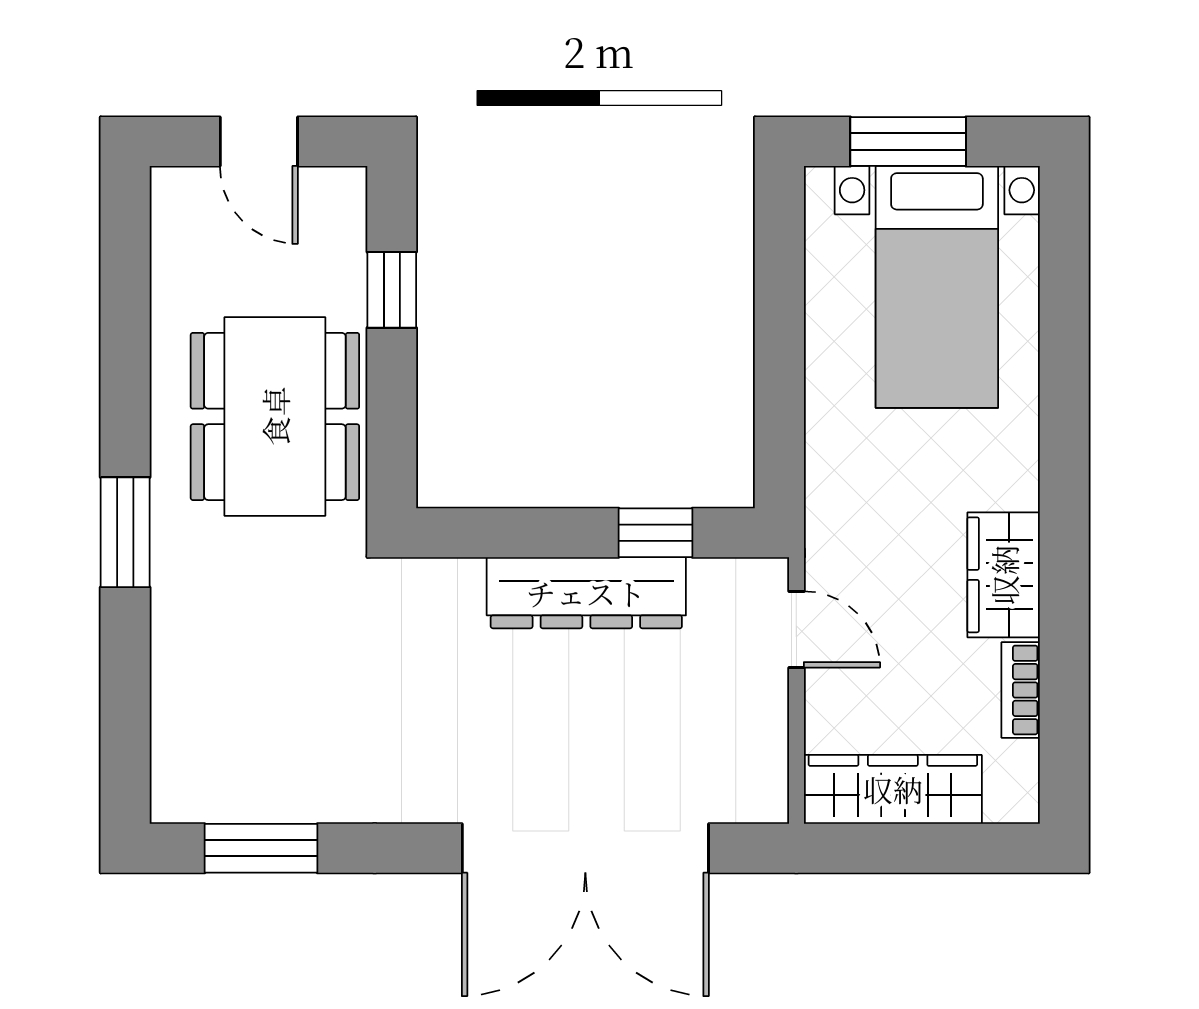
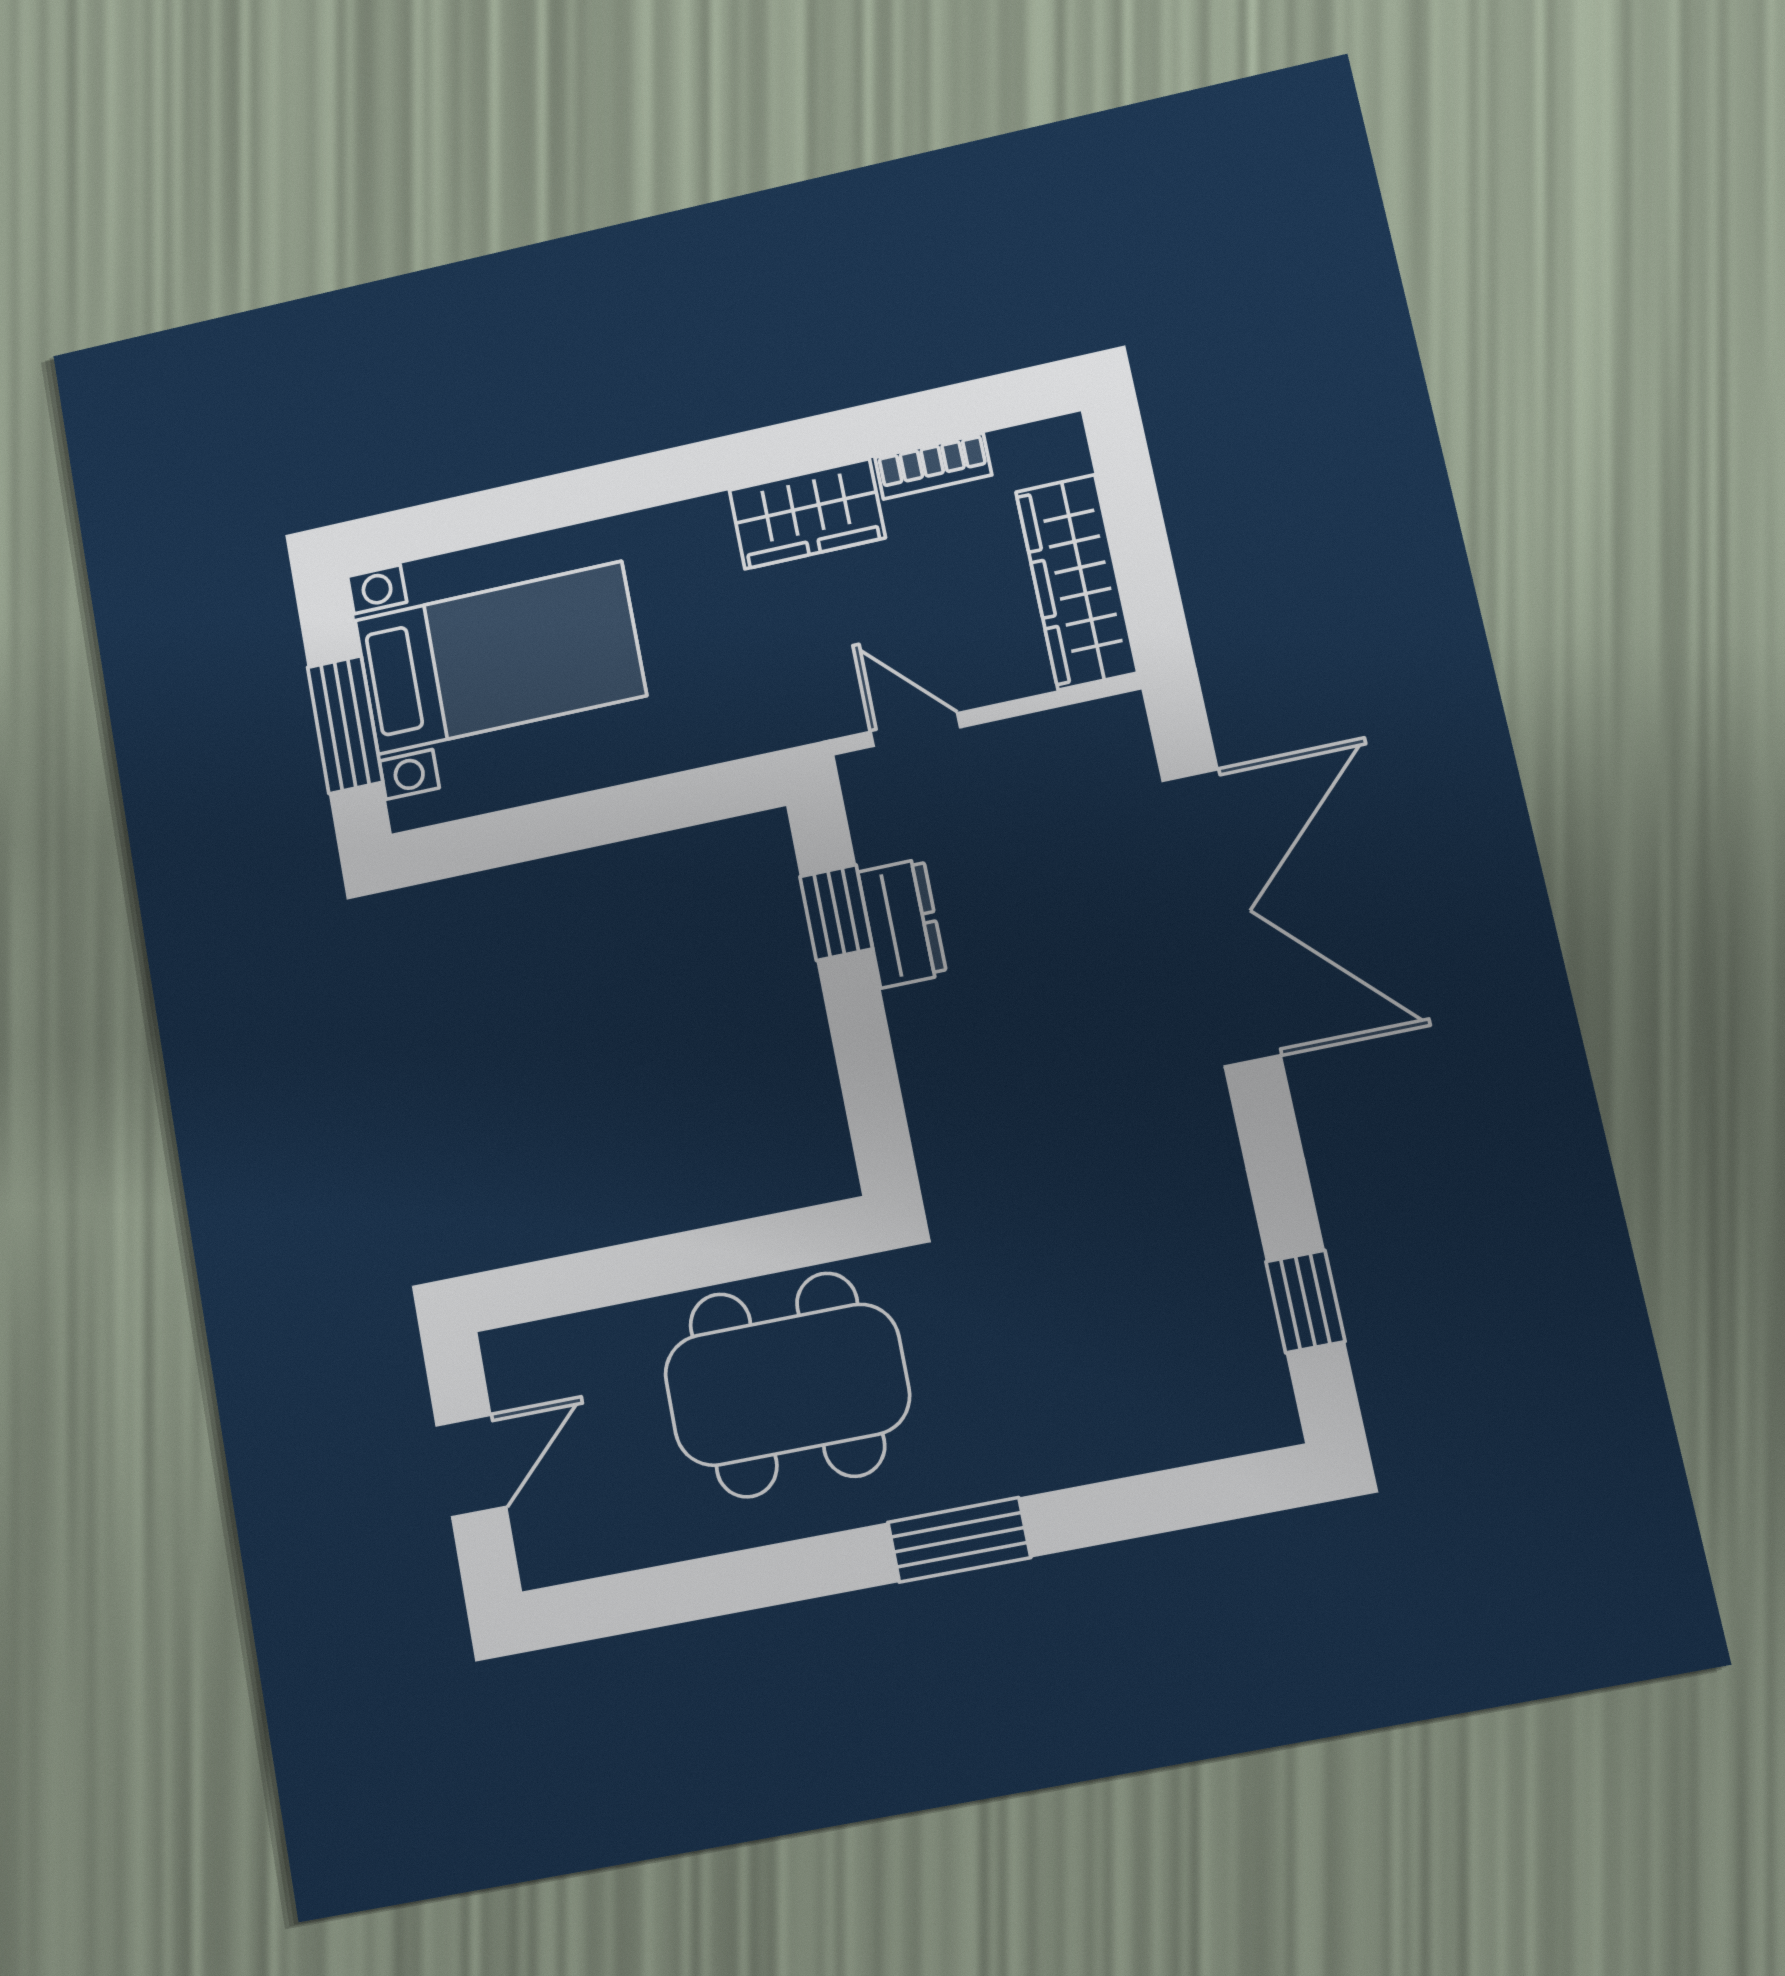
window: (392, 290) -> (614, 1275), removed
dresser: (586, 593) -> (902, 923), width x0.51, depth x0.80
door: (796, 629) -> (915, 730), hinge flipped
window: (261, 848) -> (1305, 1301), width x0.67

